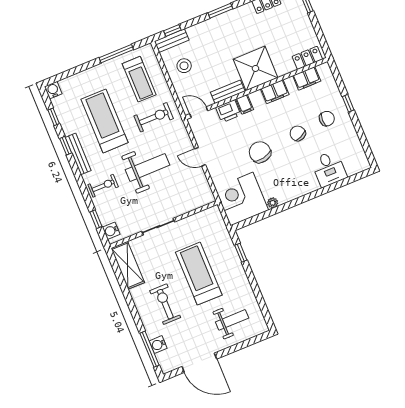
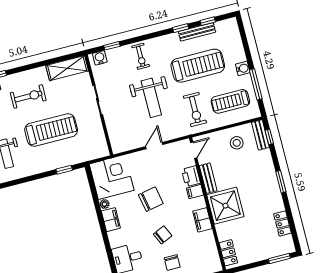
filing cabinet: (307, 78) -> (111, 220), moved, turned 180
water cooler: (53, 90) -> (243, 68), moved
bench: (78, 154) -> (197, 32), moved

